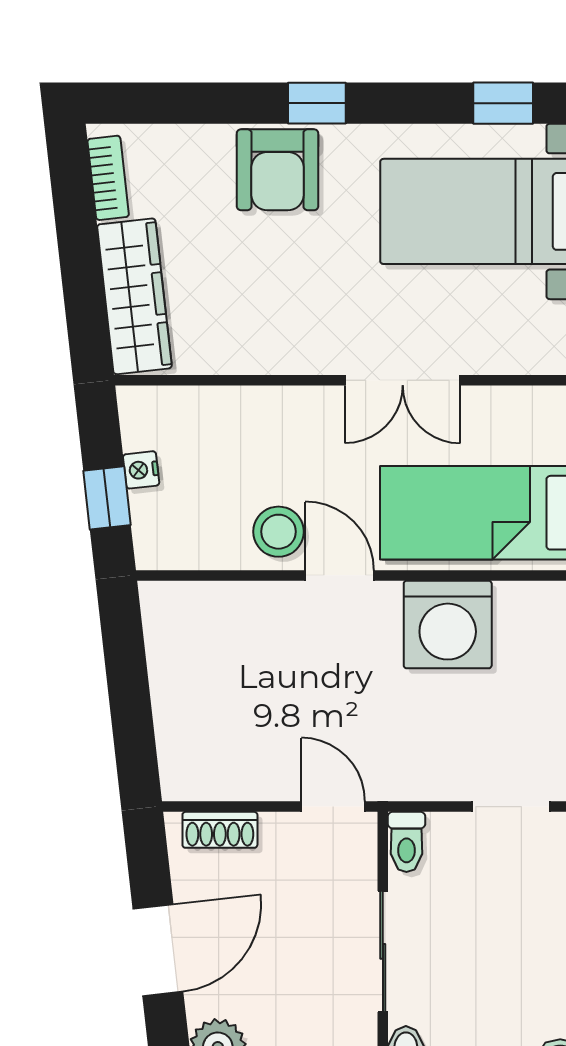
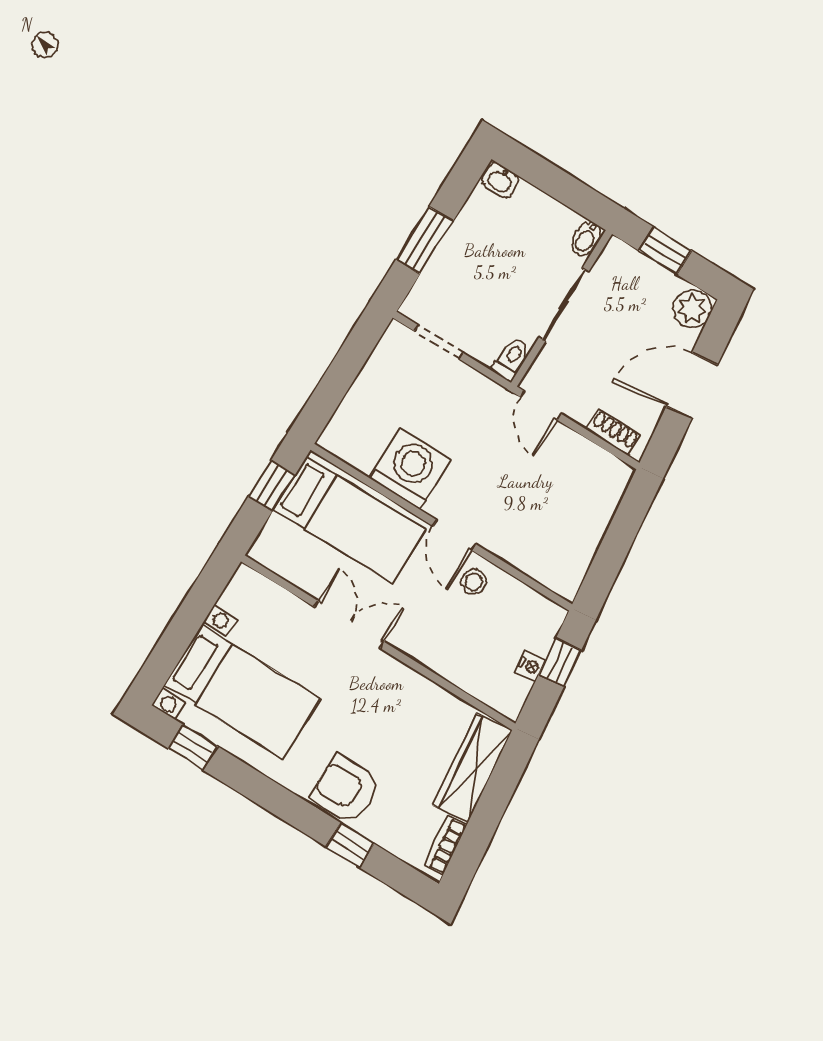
window: (317, 103) -> (350, 845), moved
armchair: (278, 170) -> (346, 789), turned -90
stool: (278, 532) -> (474, 582), width x0.73, depth x0.73

